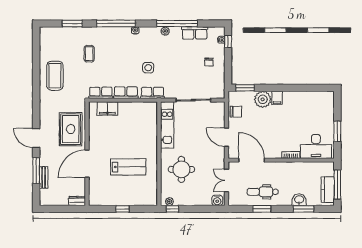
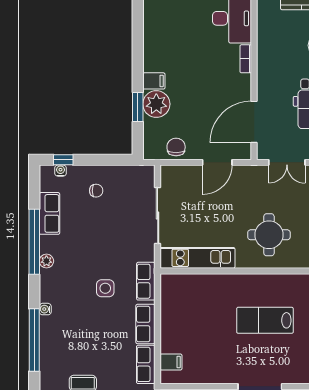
window: (245, 88) -> (138, 107), moved
filing cabinet: (107, 109) -> (171, 362), width x0.50
lab bench: (128, 167) -> (265, 320), turned -90

